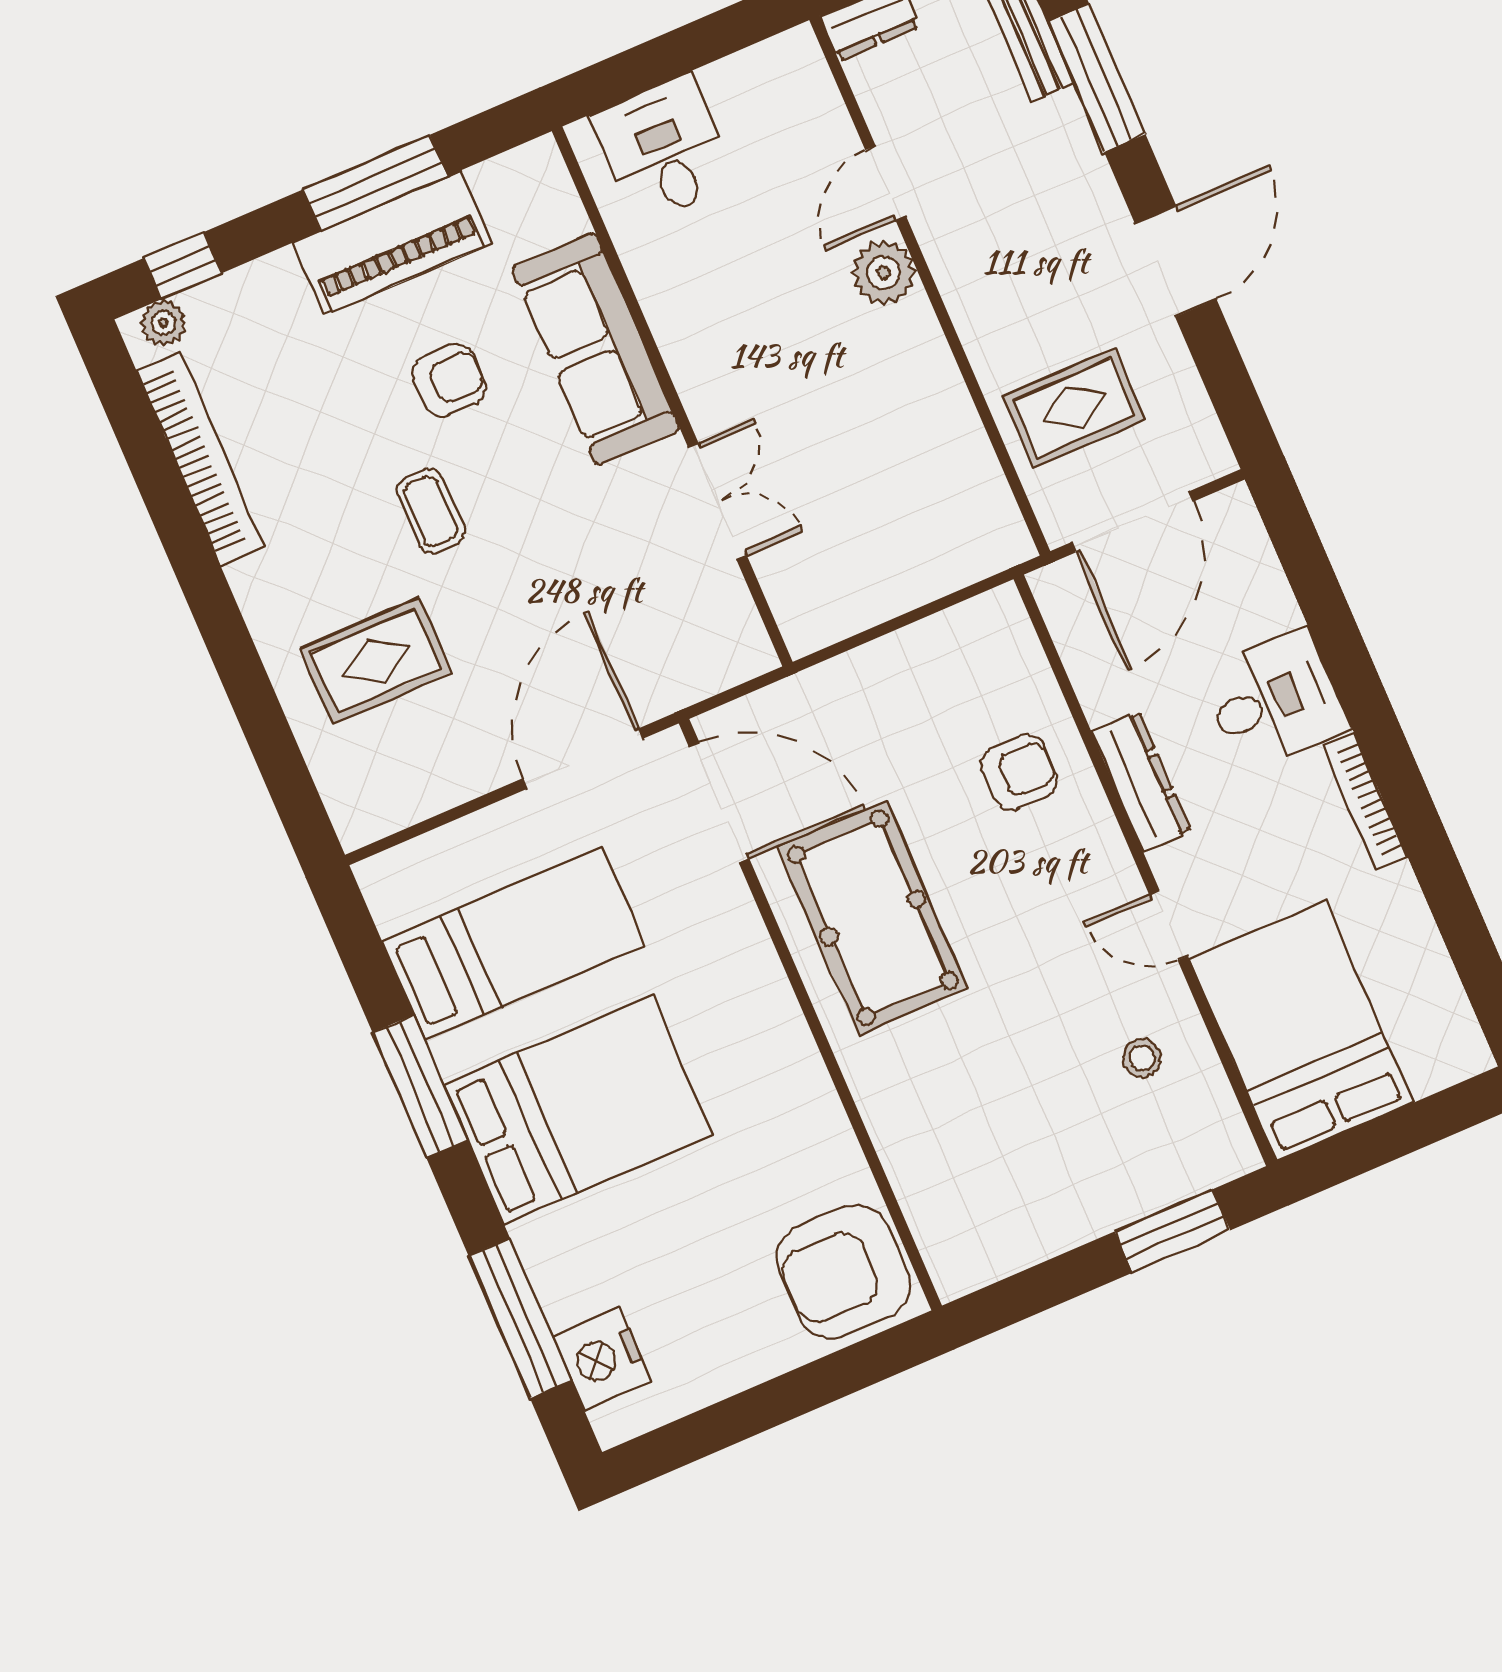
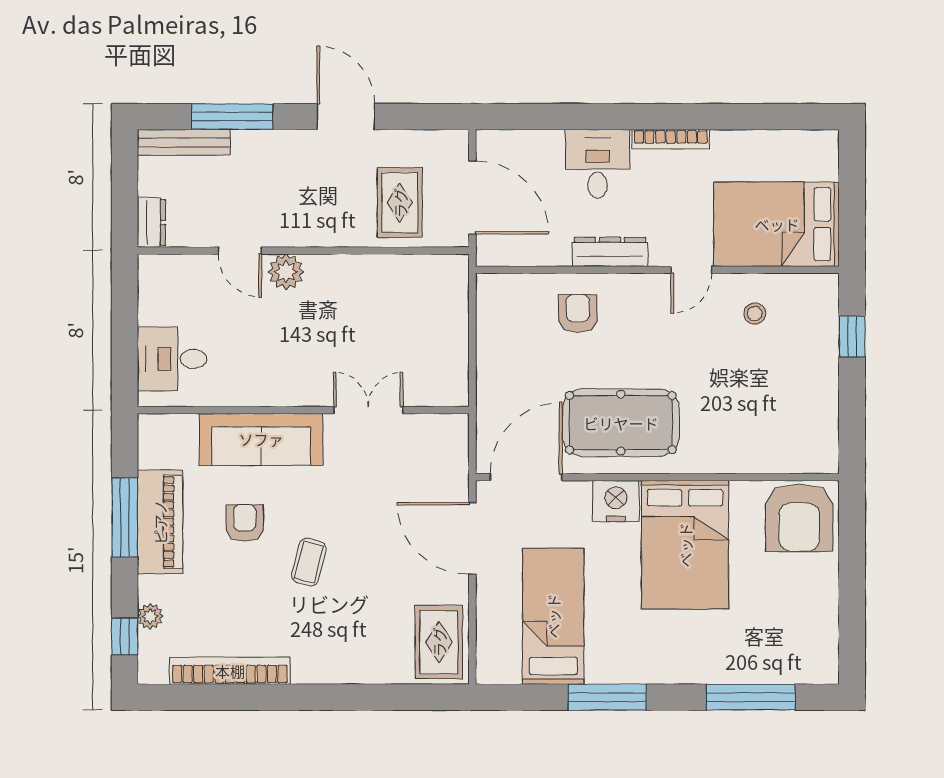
plant: (163, 323) -> (150, 616), moved
coffee table: (431, 511) -> (309, 562), turned -76
rug: (376, 661) -> (439, 642), moved
bed: (578, 1110) -> (685, 545), moved, turned 180
window: (1172, 1231) -> (852, 336), width x0.67
nightstand: (602, 1359) -> (616, 501), moved, turned 180

